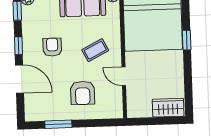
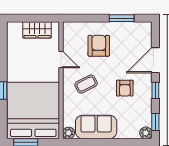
door: (20, 79) -> (155, 60), hinge flipped
wardrobe: (168, 108) -> (37, 30), moved

